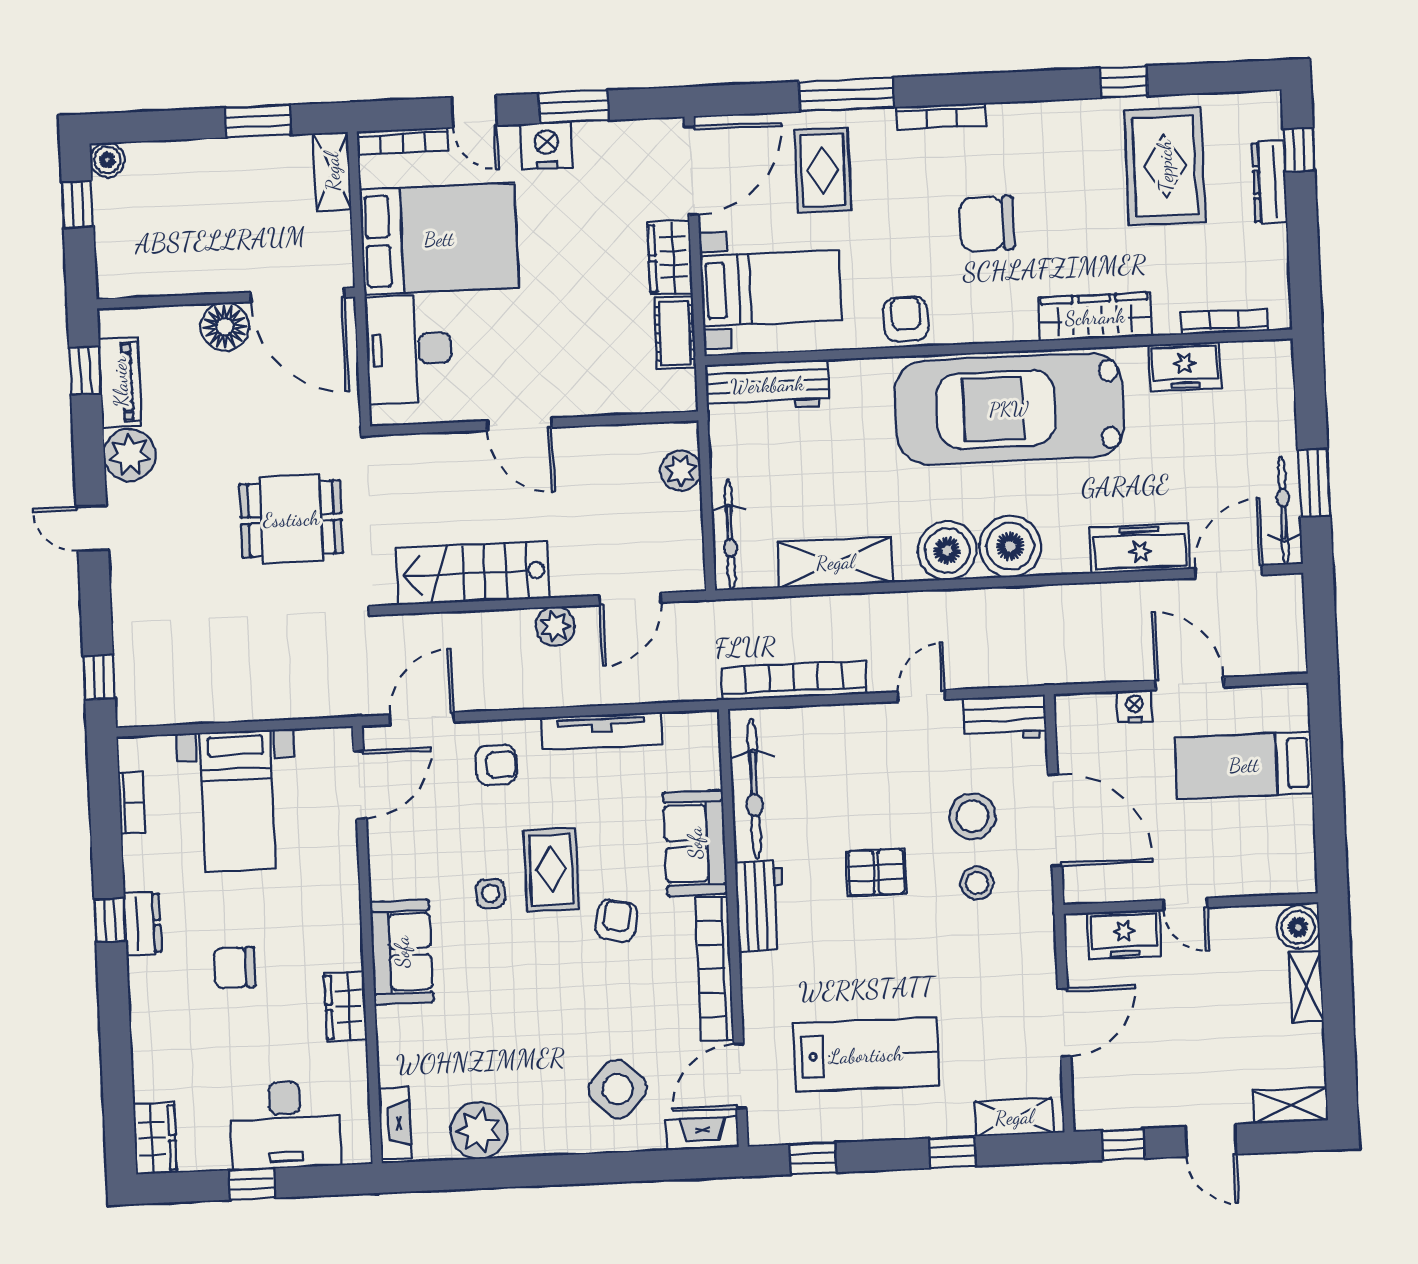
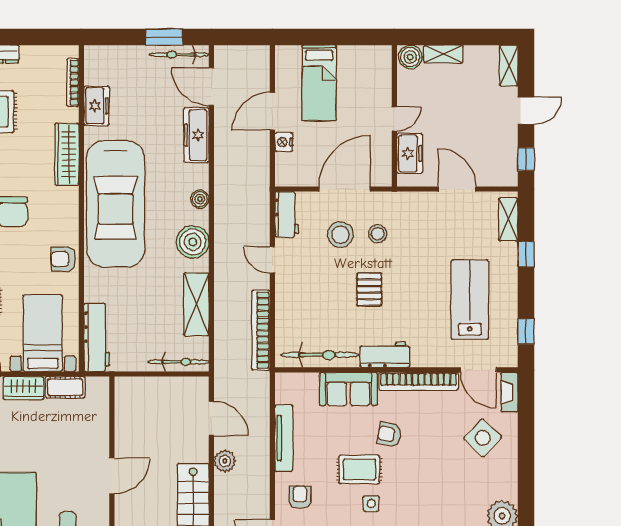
plant: (681, 471) -> (142, 388), removed
boiler: (1010, 546) -> (200, 199), width x0.54, depth x0.54

